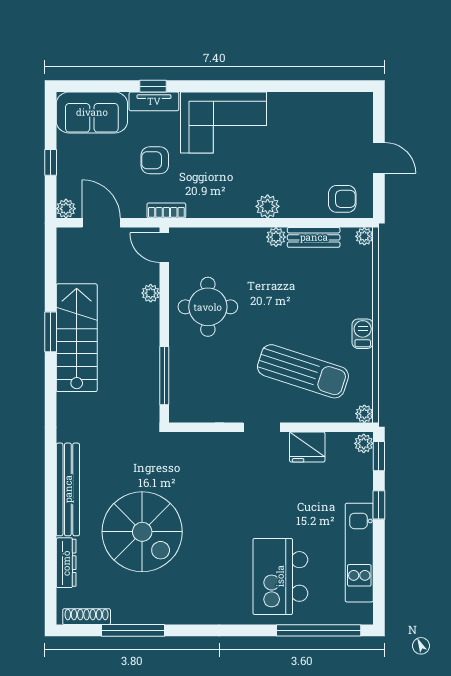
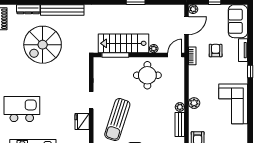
window: (153, 86) -> (250, 72), moved
corner sofa: (223, 123) -> (233, 104), moved
stairs: (77, 338) -> (123, 43), moved, turned 180

